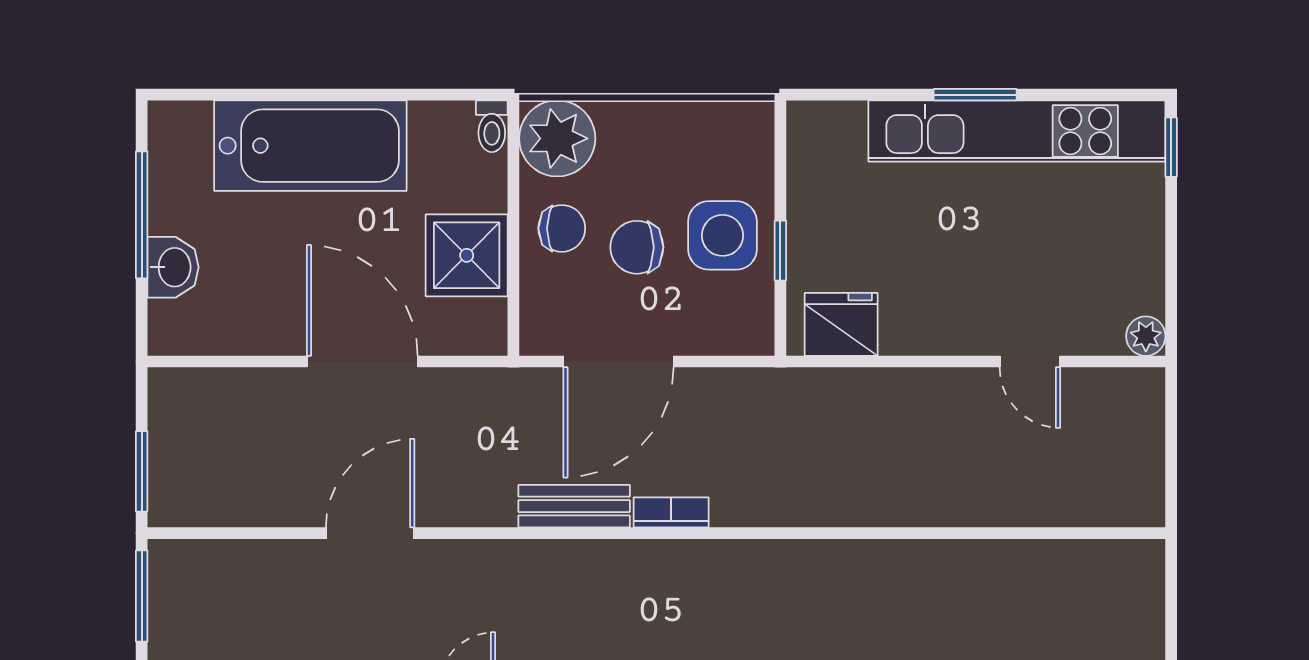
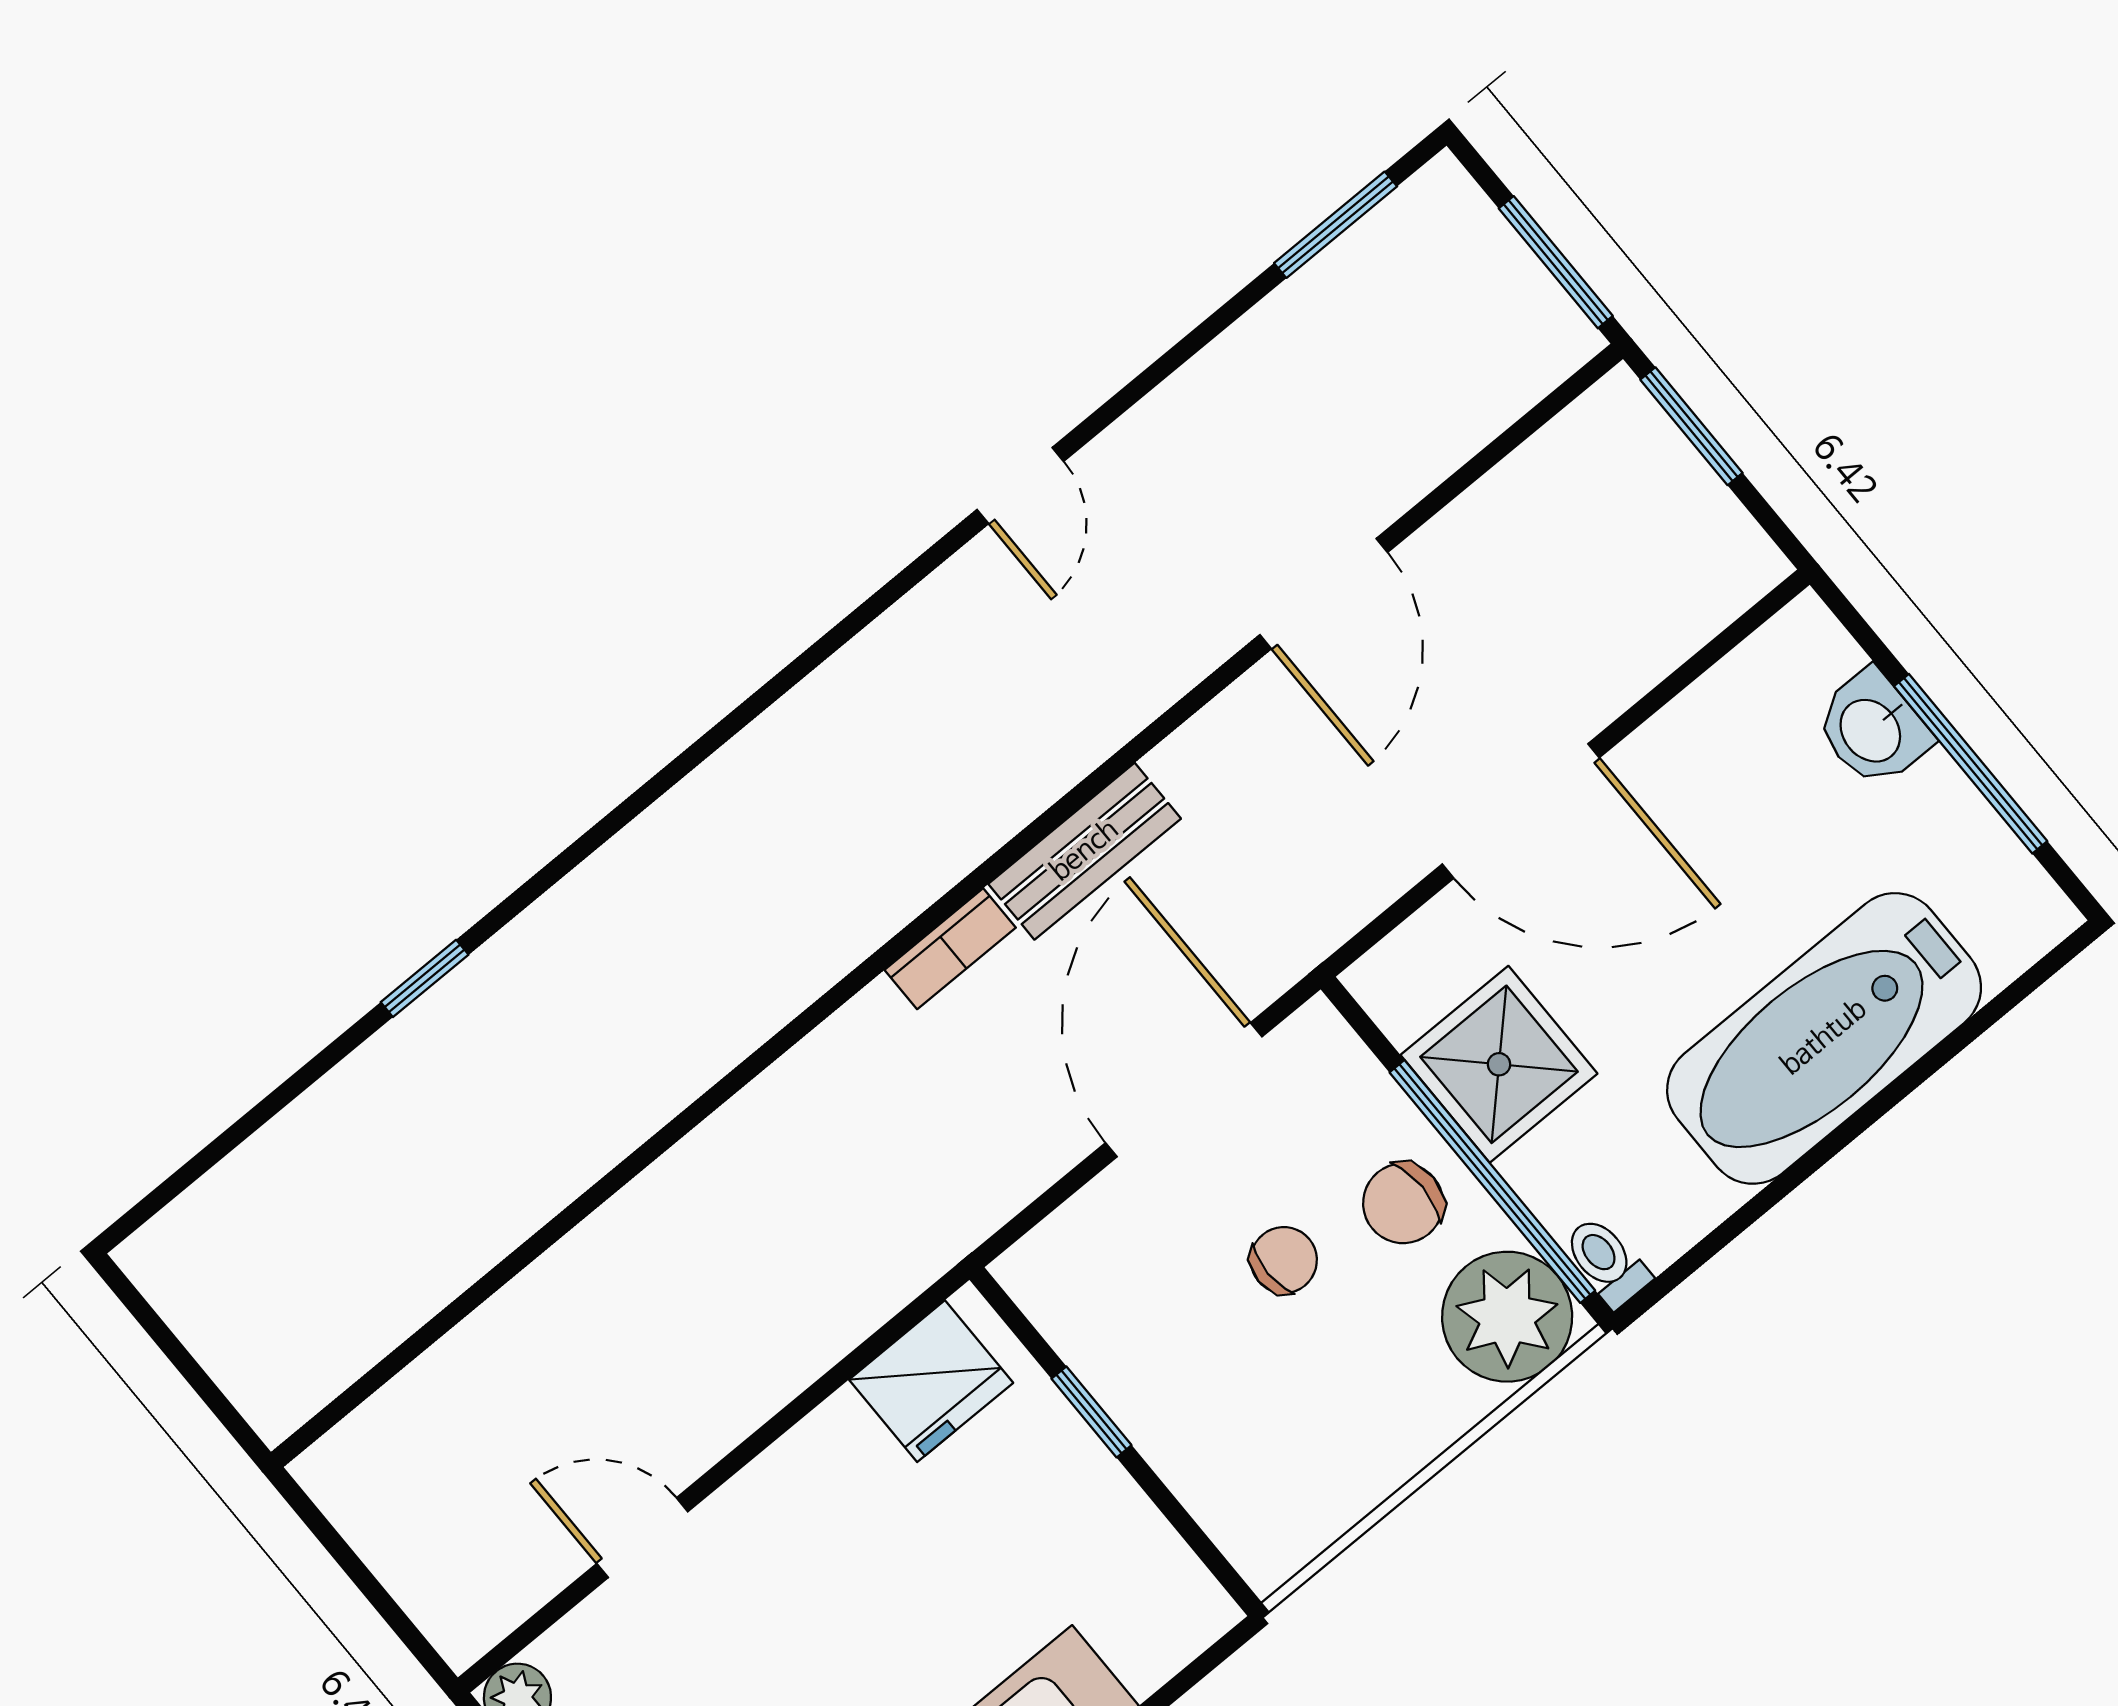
window: (513, 205) -> (1492, 1182), added
side table: (723, 235) -> (1184, 1369), removed
chair: (637, 247) -> (1284, 1260), width x0.73, depth x0.73

